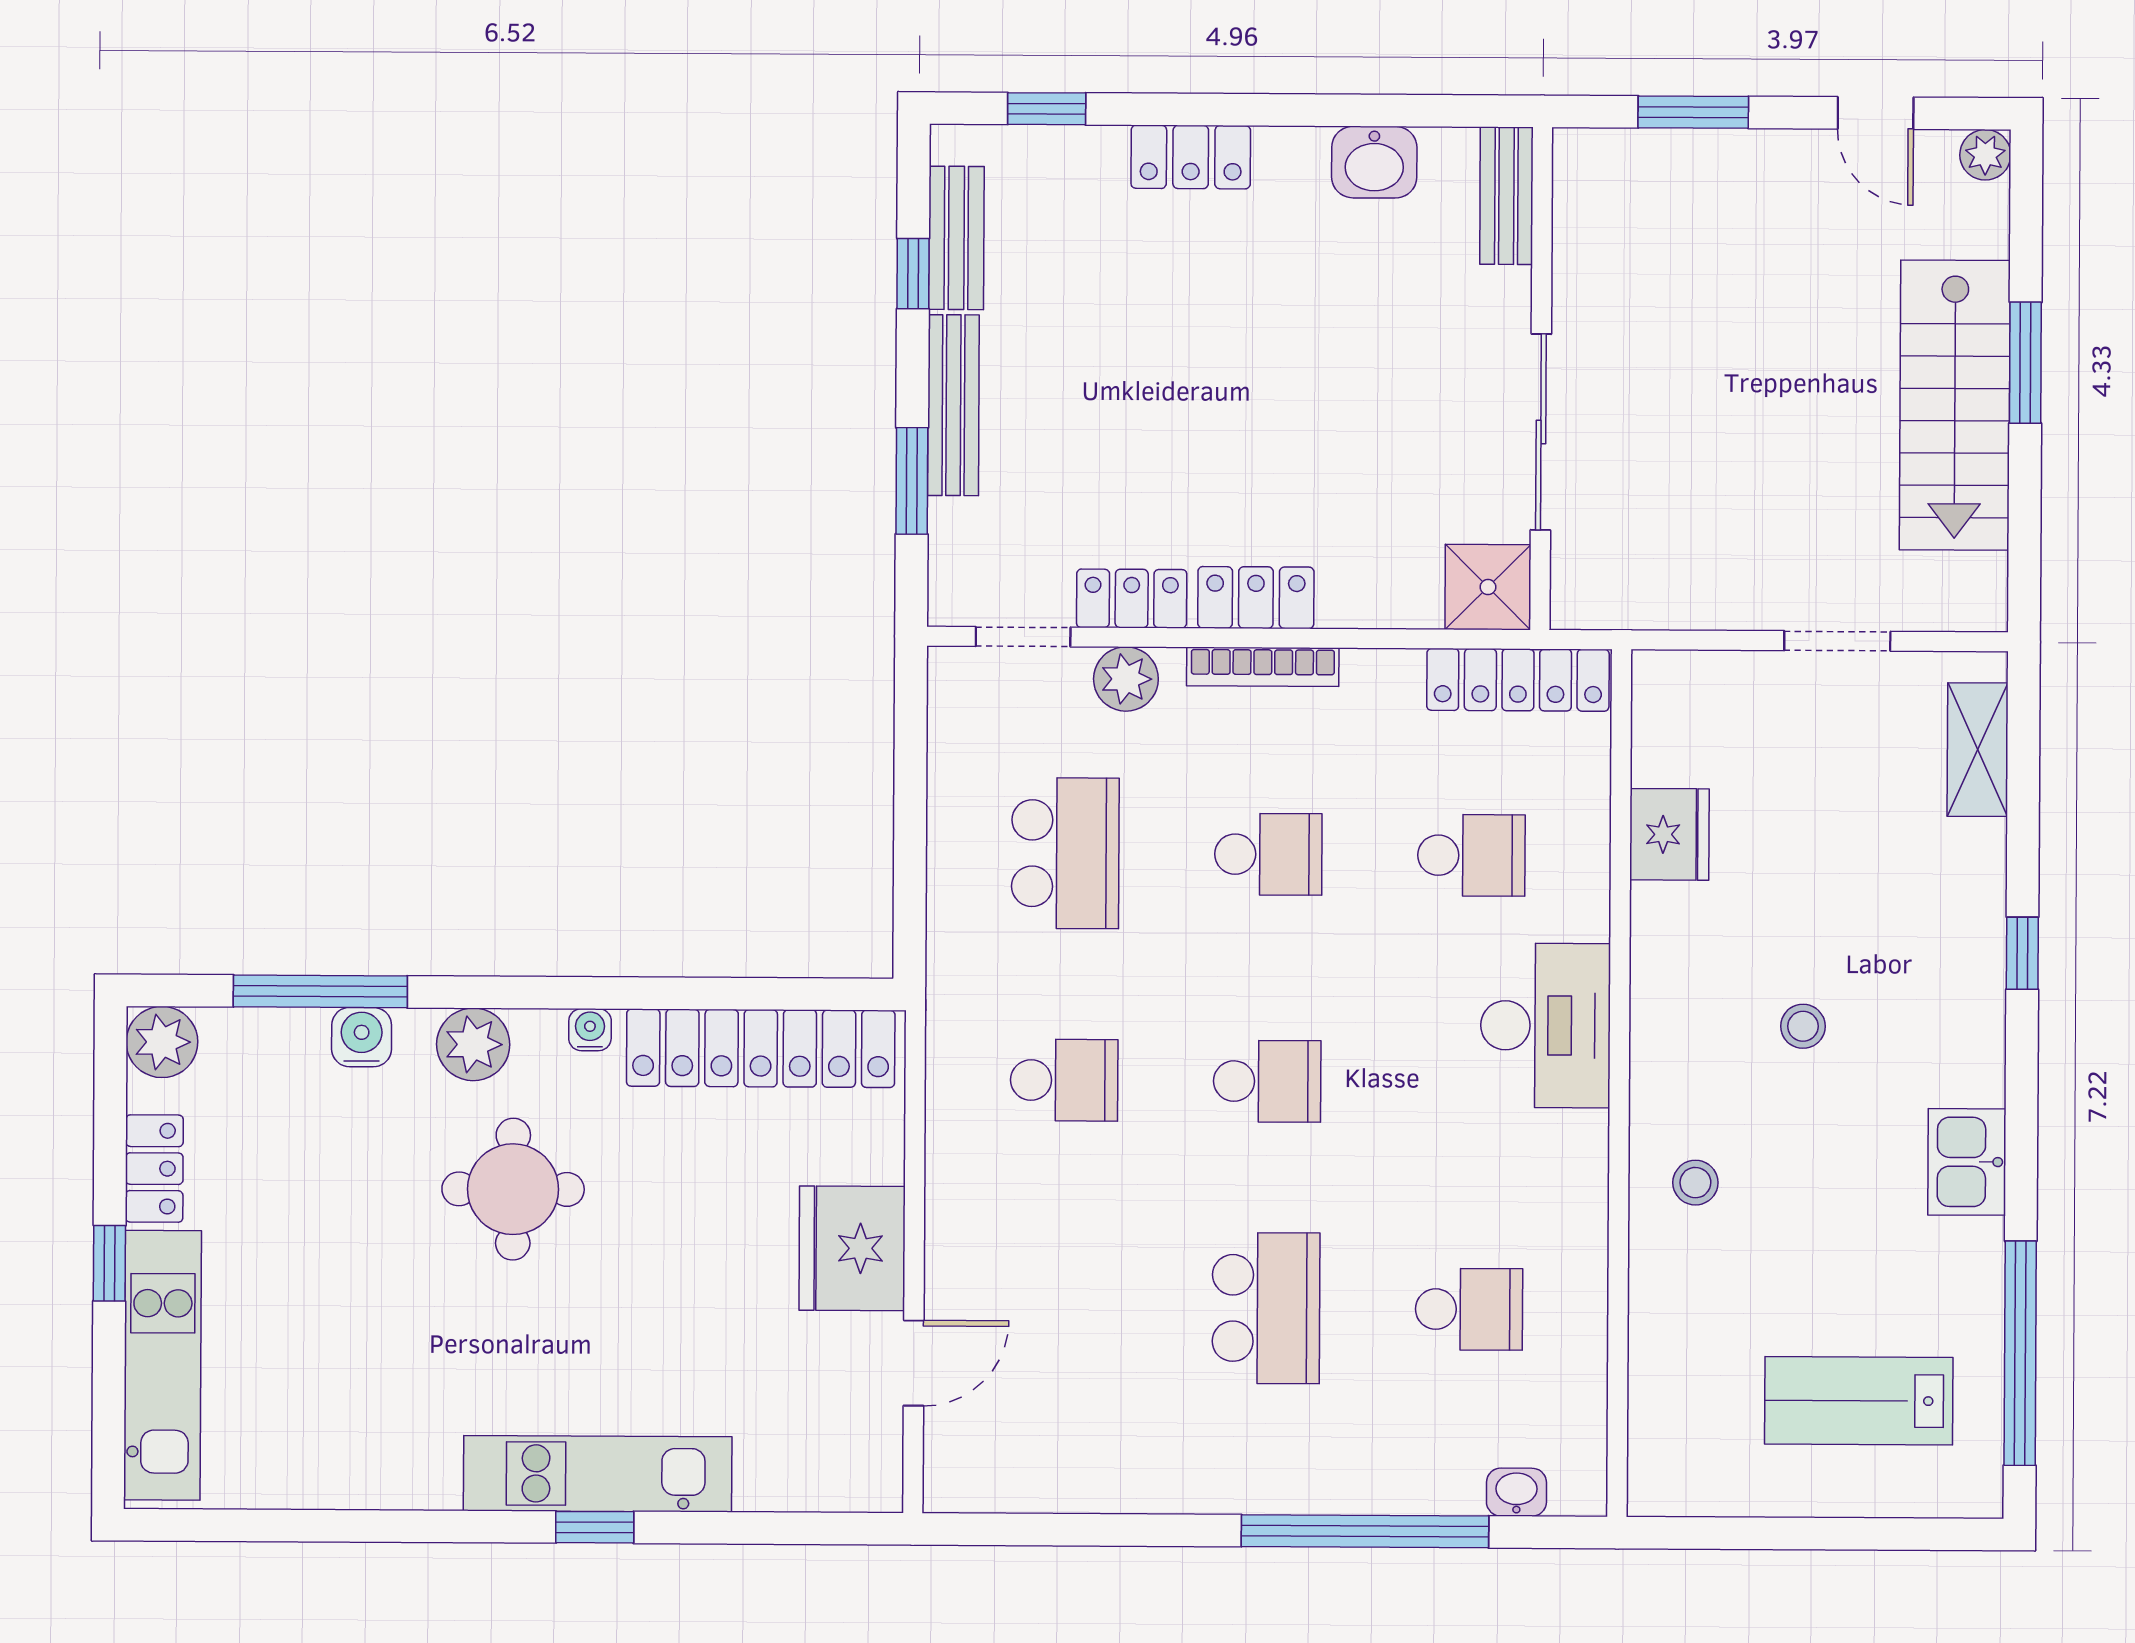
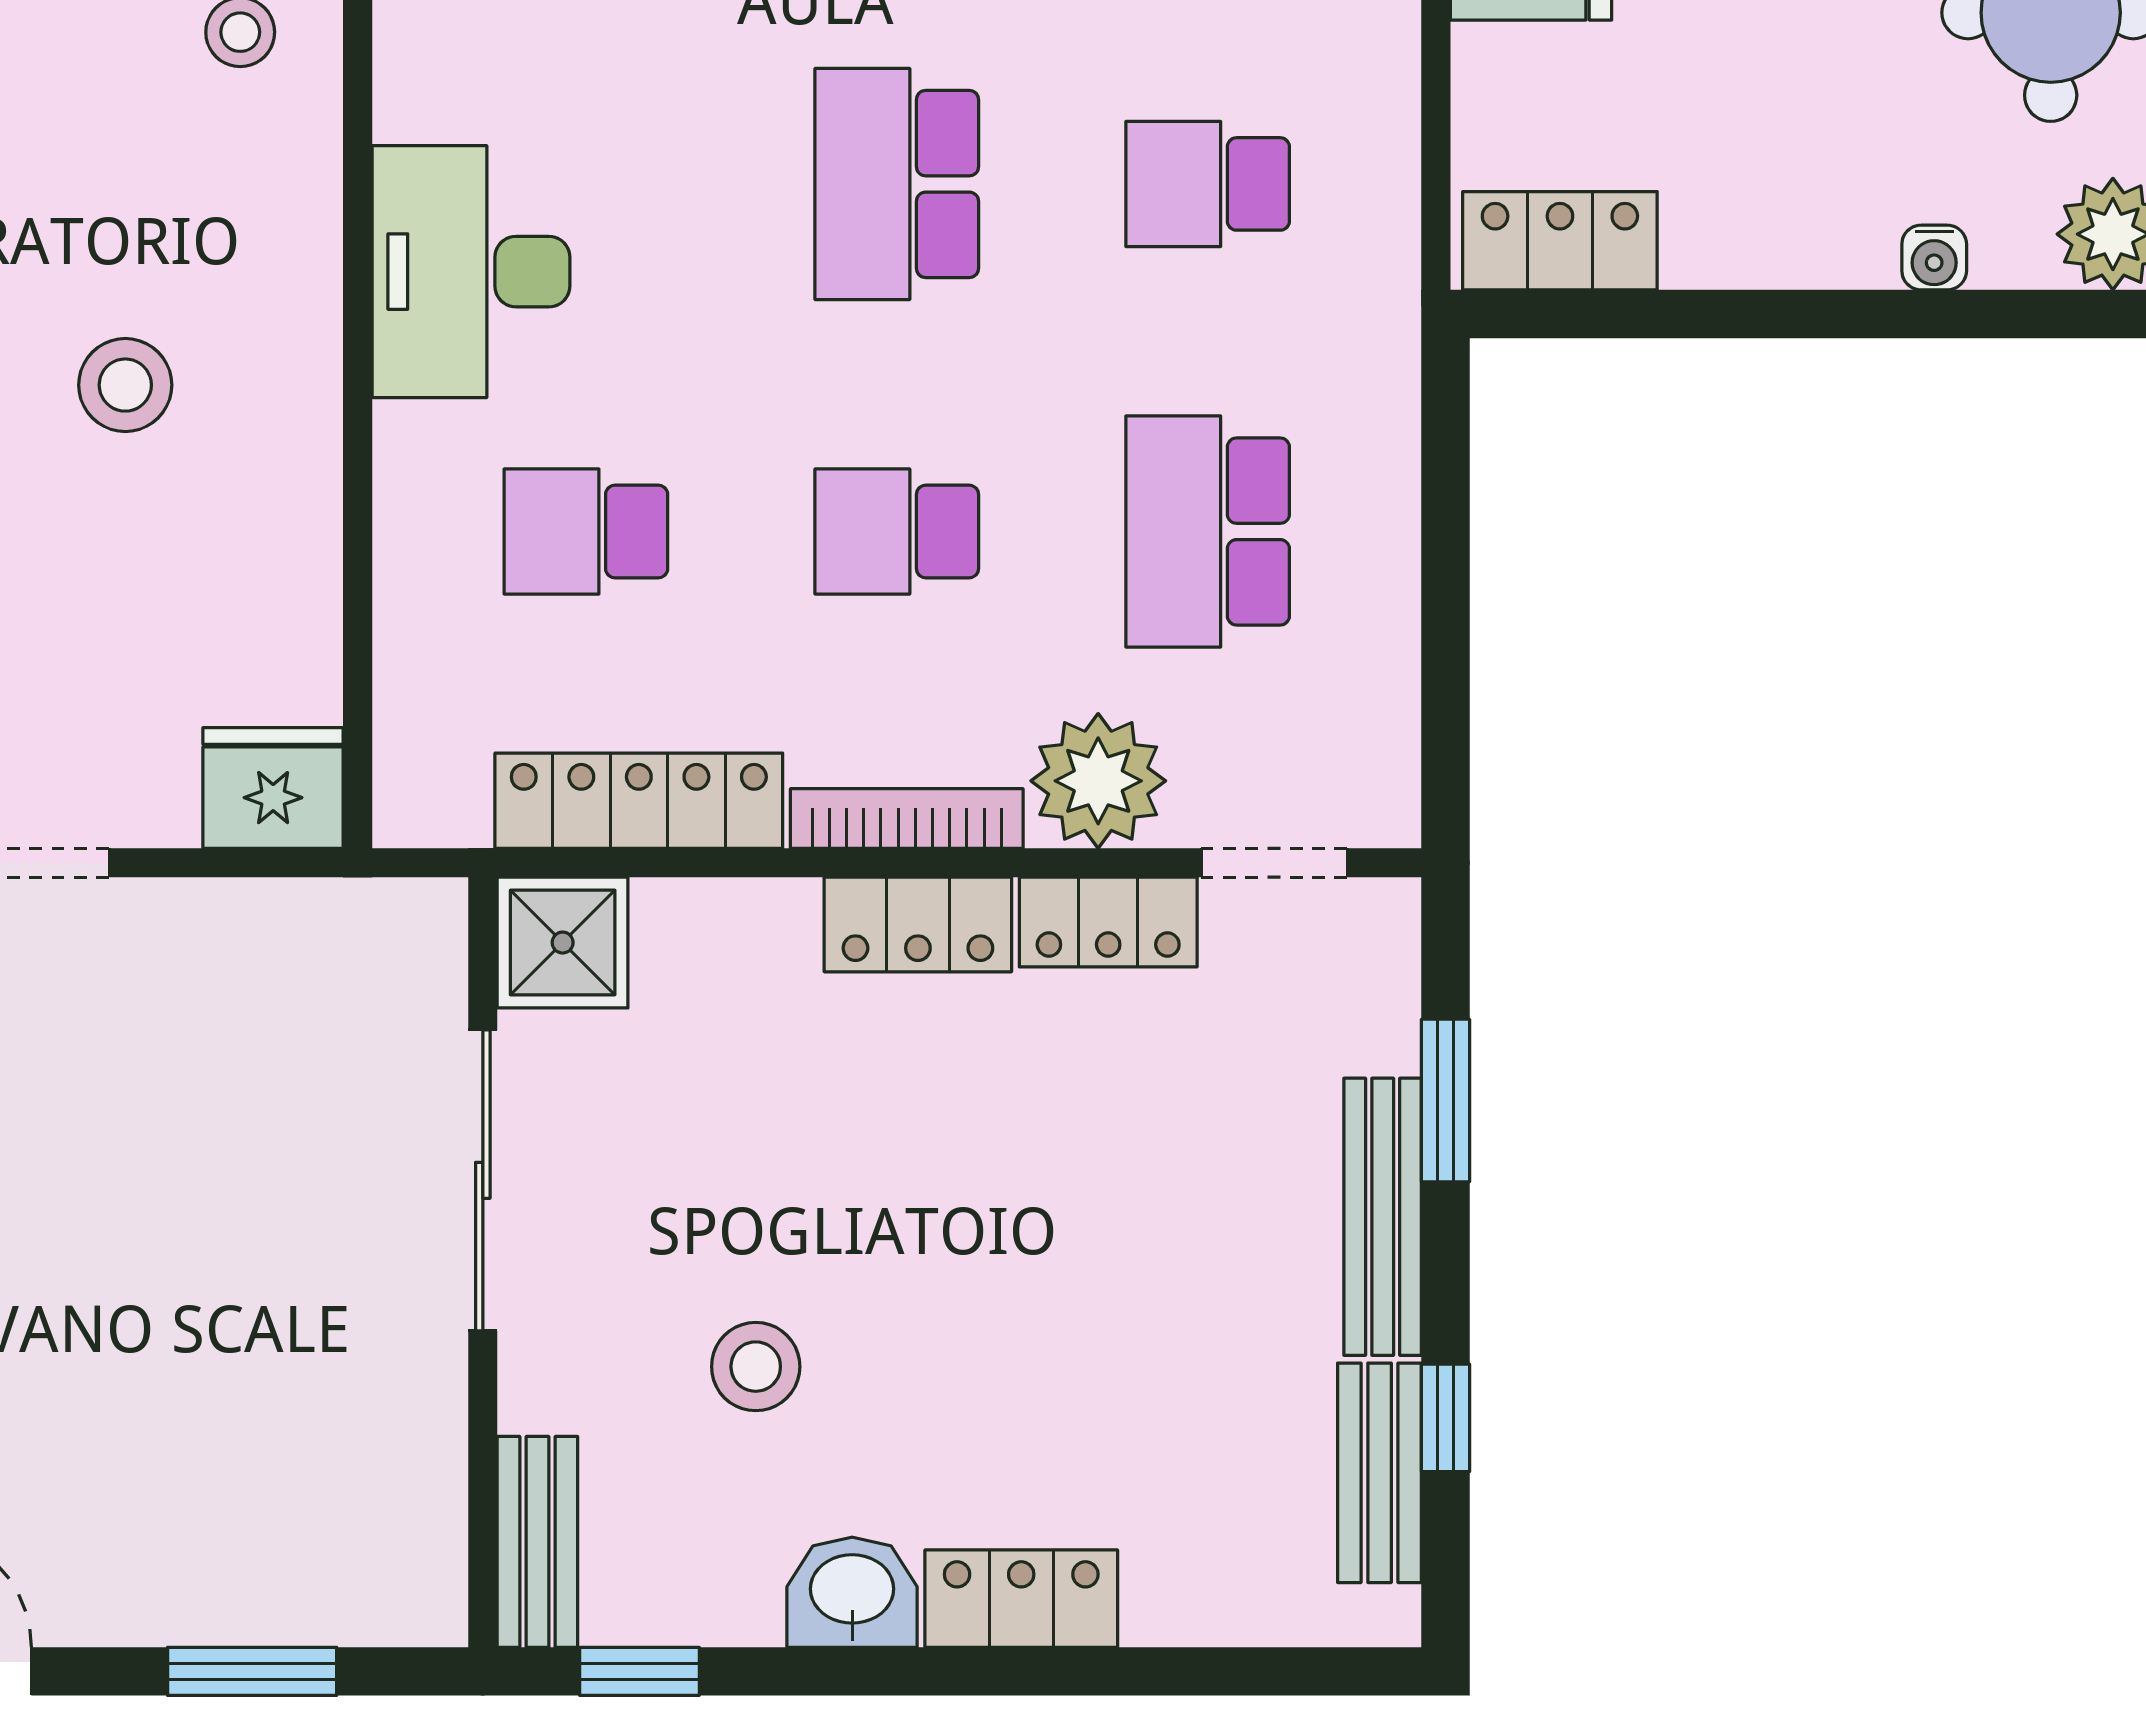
window: (1047, 109) -> (640, 1671), moved
washbasin: (1374, 162) -> (852, 1592), moved
stool: (1363, 309) -> (756, 1367), added
plant: (1126, 679) -> (1098, 781), width x1.36, depth x1.36
locker: (1518, 680) -> (639, 801), moved
fridge: (1669, 834) -> (273, 788), moved, turned 90
stool: (1803, 1026) -> (125, 385), moved, width x1.37, depth x1.37
locker: (761, 1048) -> (1560, 241), width x0.46, depth x0.83
school desk: (1267, 1081) -> (897, 184), width x1.85

